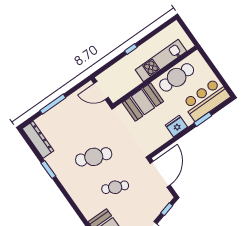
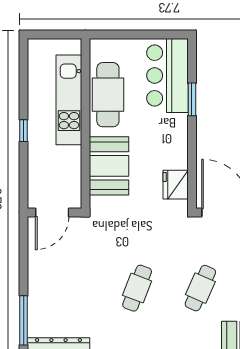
window: (53, 104) -> (24, 320), moved
fridge: (176, 126) -> (176, 185), moved
cafe table: (94, 157) -> (137, 288), width x0.73, depth x0.74

